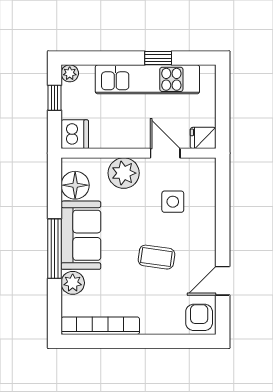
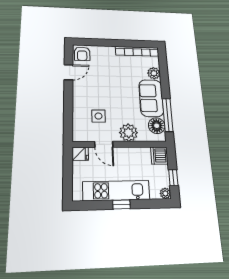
window: (158, 58) -> (121, 205), moved
window: (54, 249) -> (168, 115), moved
coffee table: (156, 257) -> (107, 86), removed

